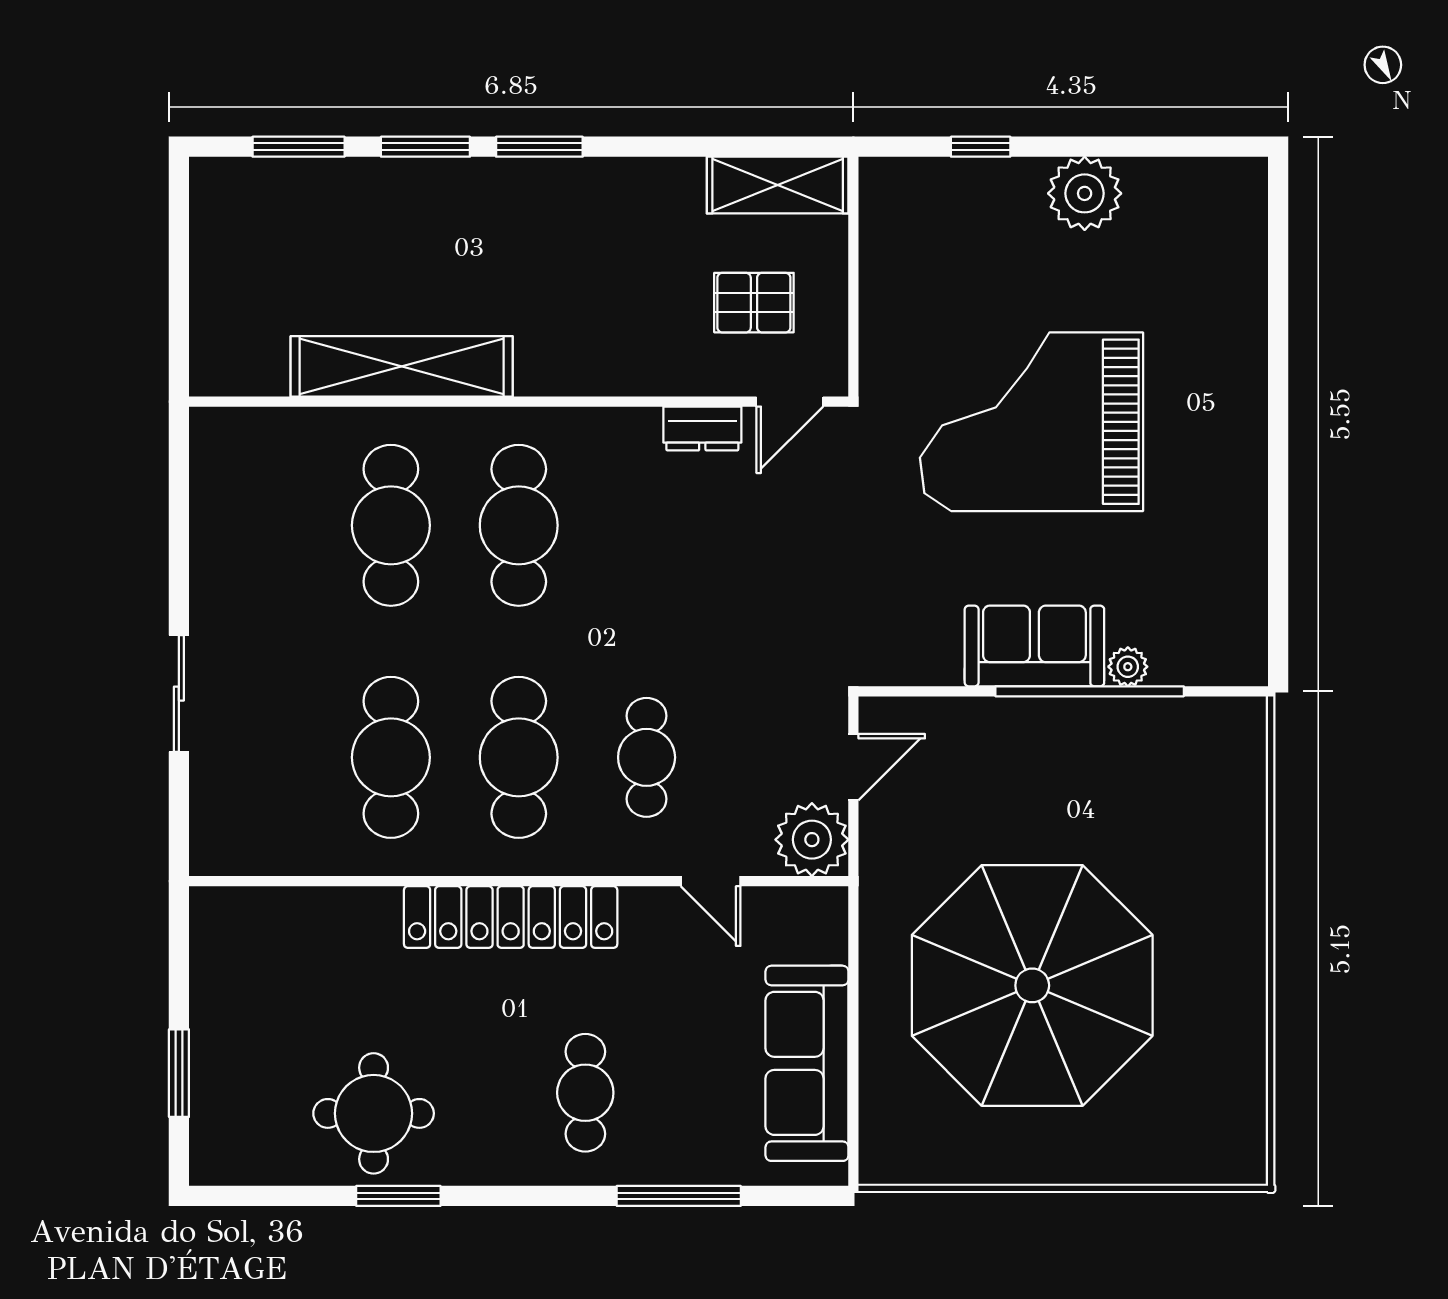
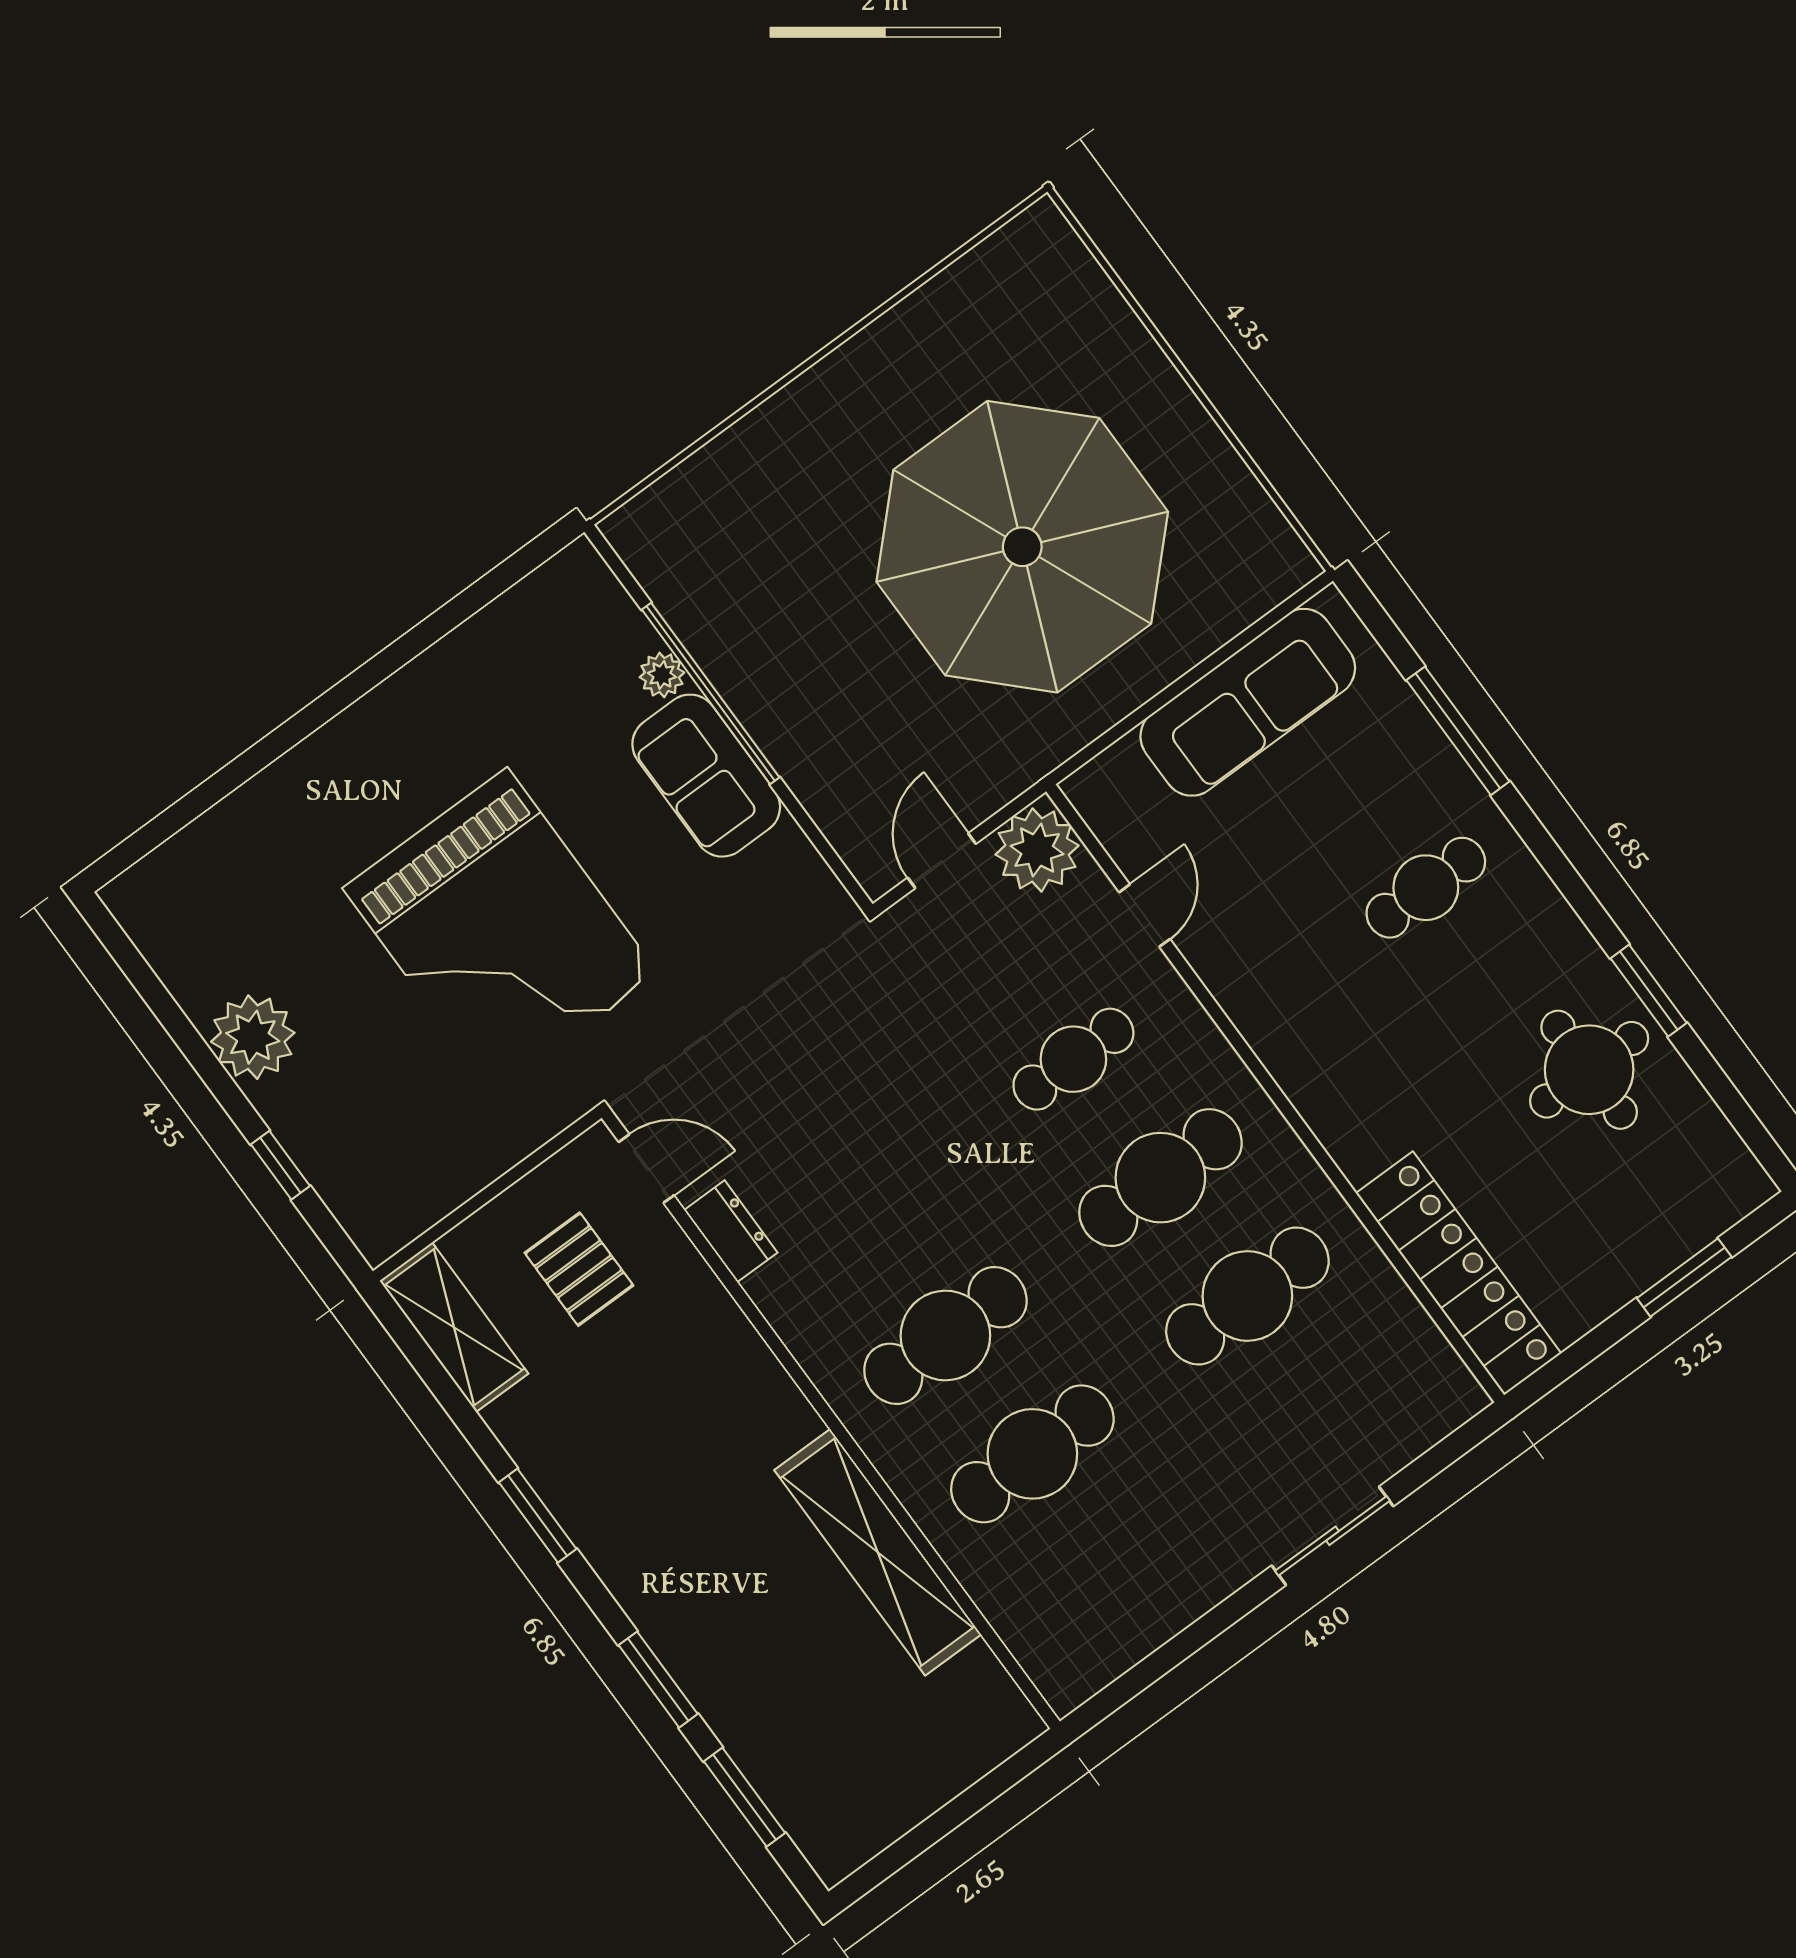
window: (539, 147) -> (538, 1516), moved
door: (853, 767) -> (942, 861), hinge flipped
locker: (511, 917) -> (1458, 1273), moved

